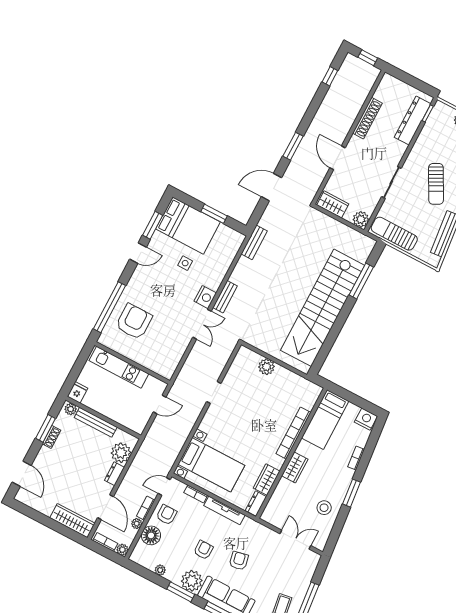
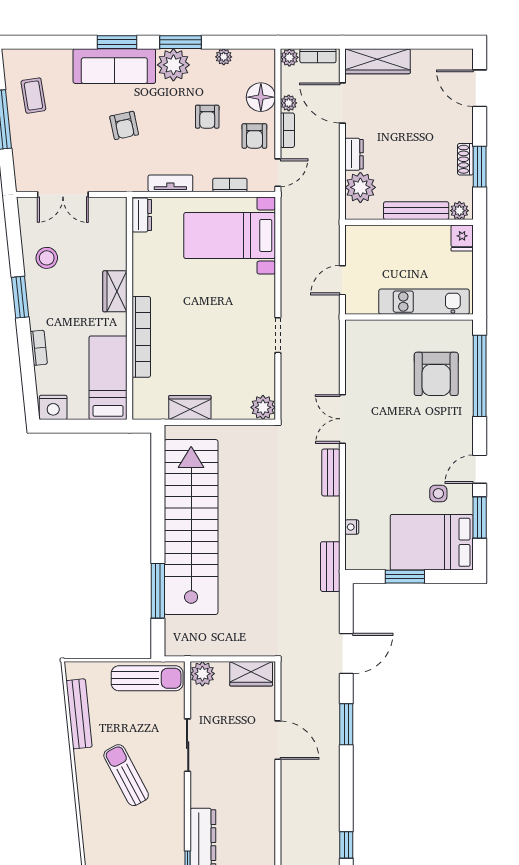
shoe rack: (367, 118) -> (266, 815), removed
side table: (185, 263) -> (438, 494), moved
nightstand: (205, 297) -> (352, 527), moved, width x0.53, depth x0.56
plant: (266, 367) -> (263, 407), moved
wardrobe: (267, 480) -> (190, 407), moved, turned -90
tv unit: (224, 510) -> (170, 183), width x0.71
armchair: (203, 550) -> (207, 117), moved

